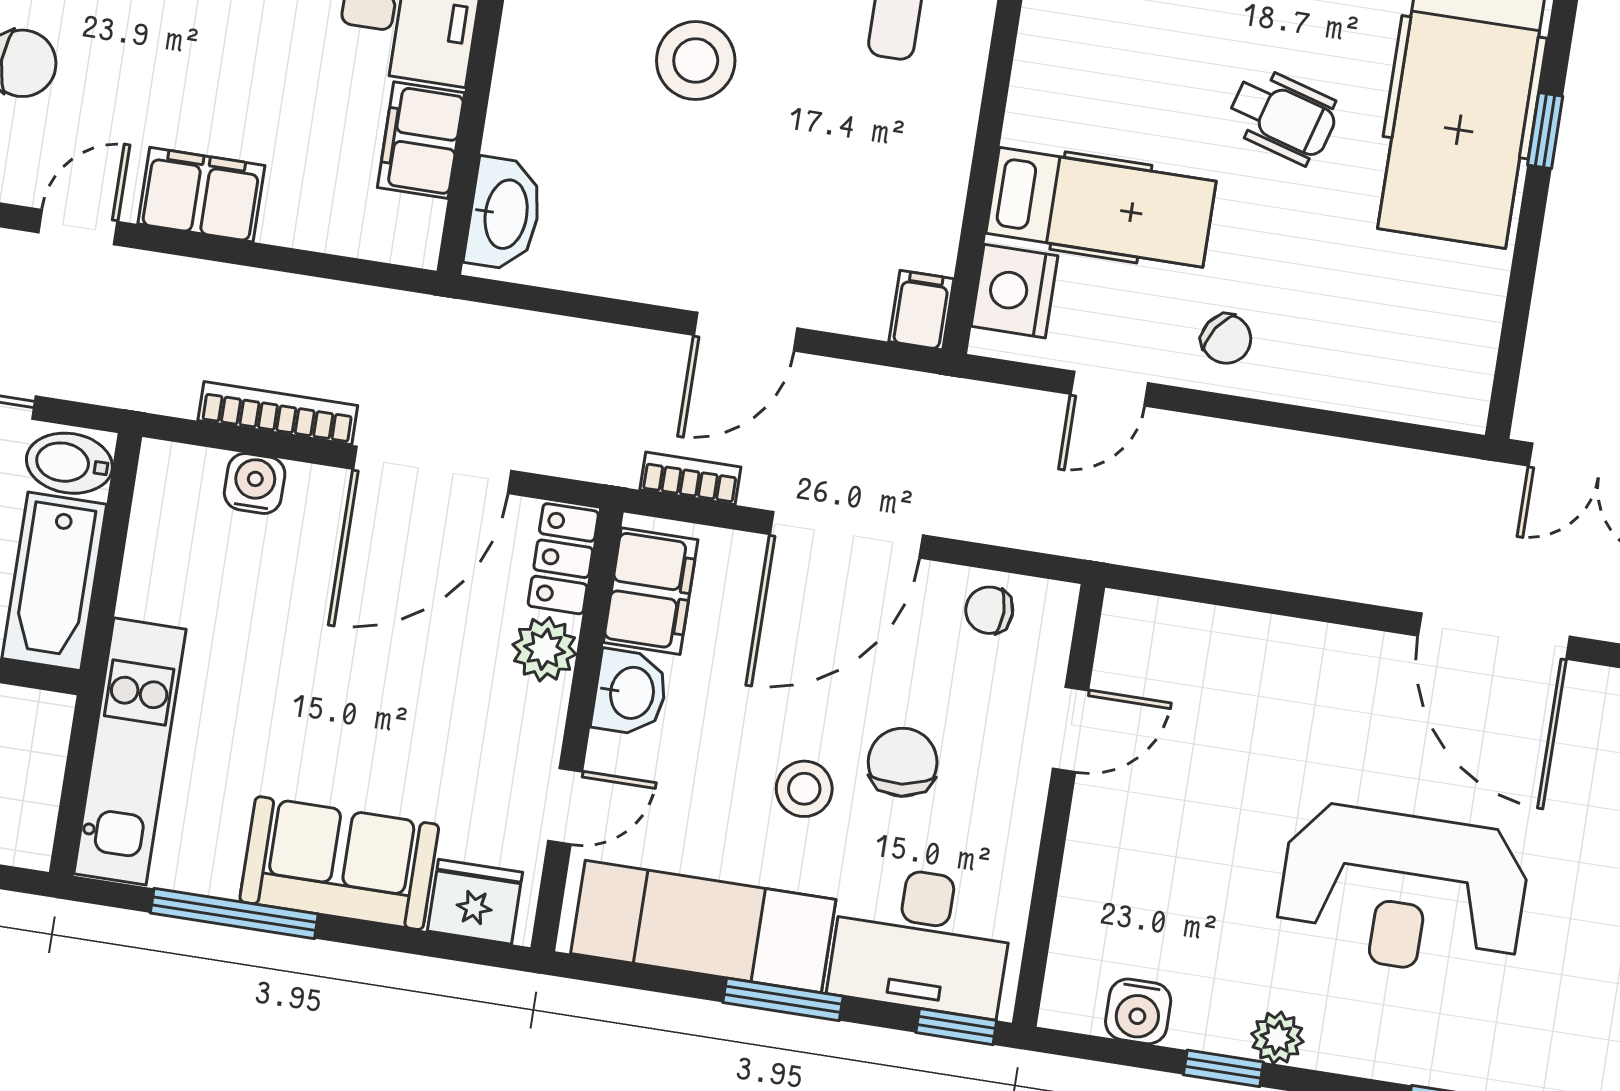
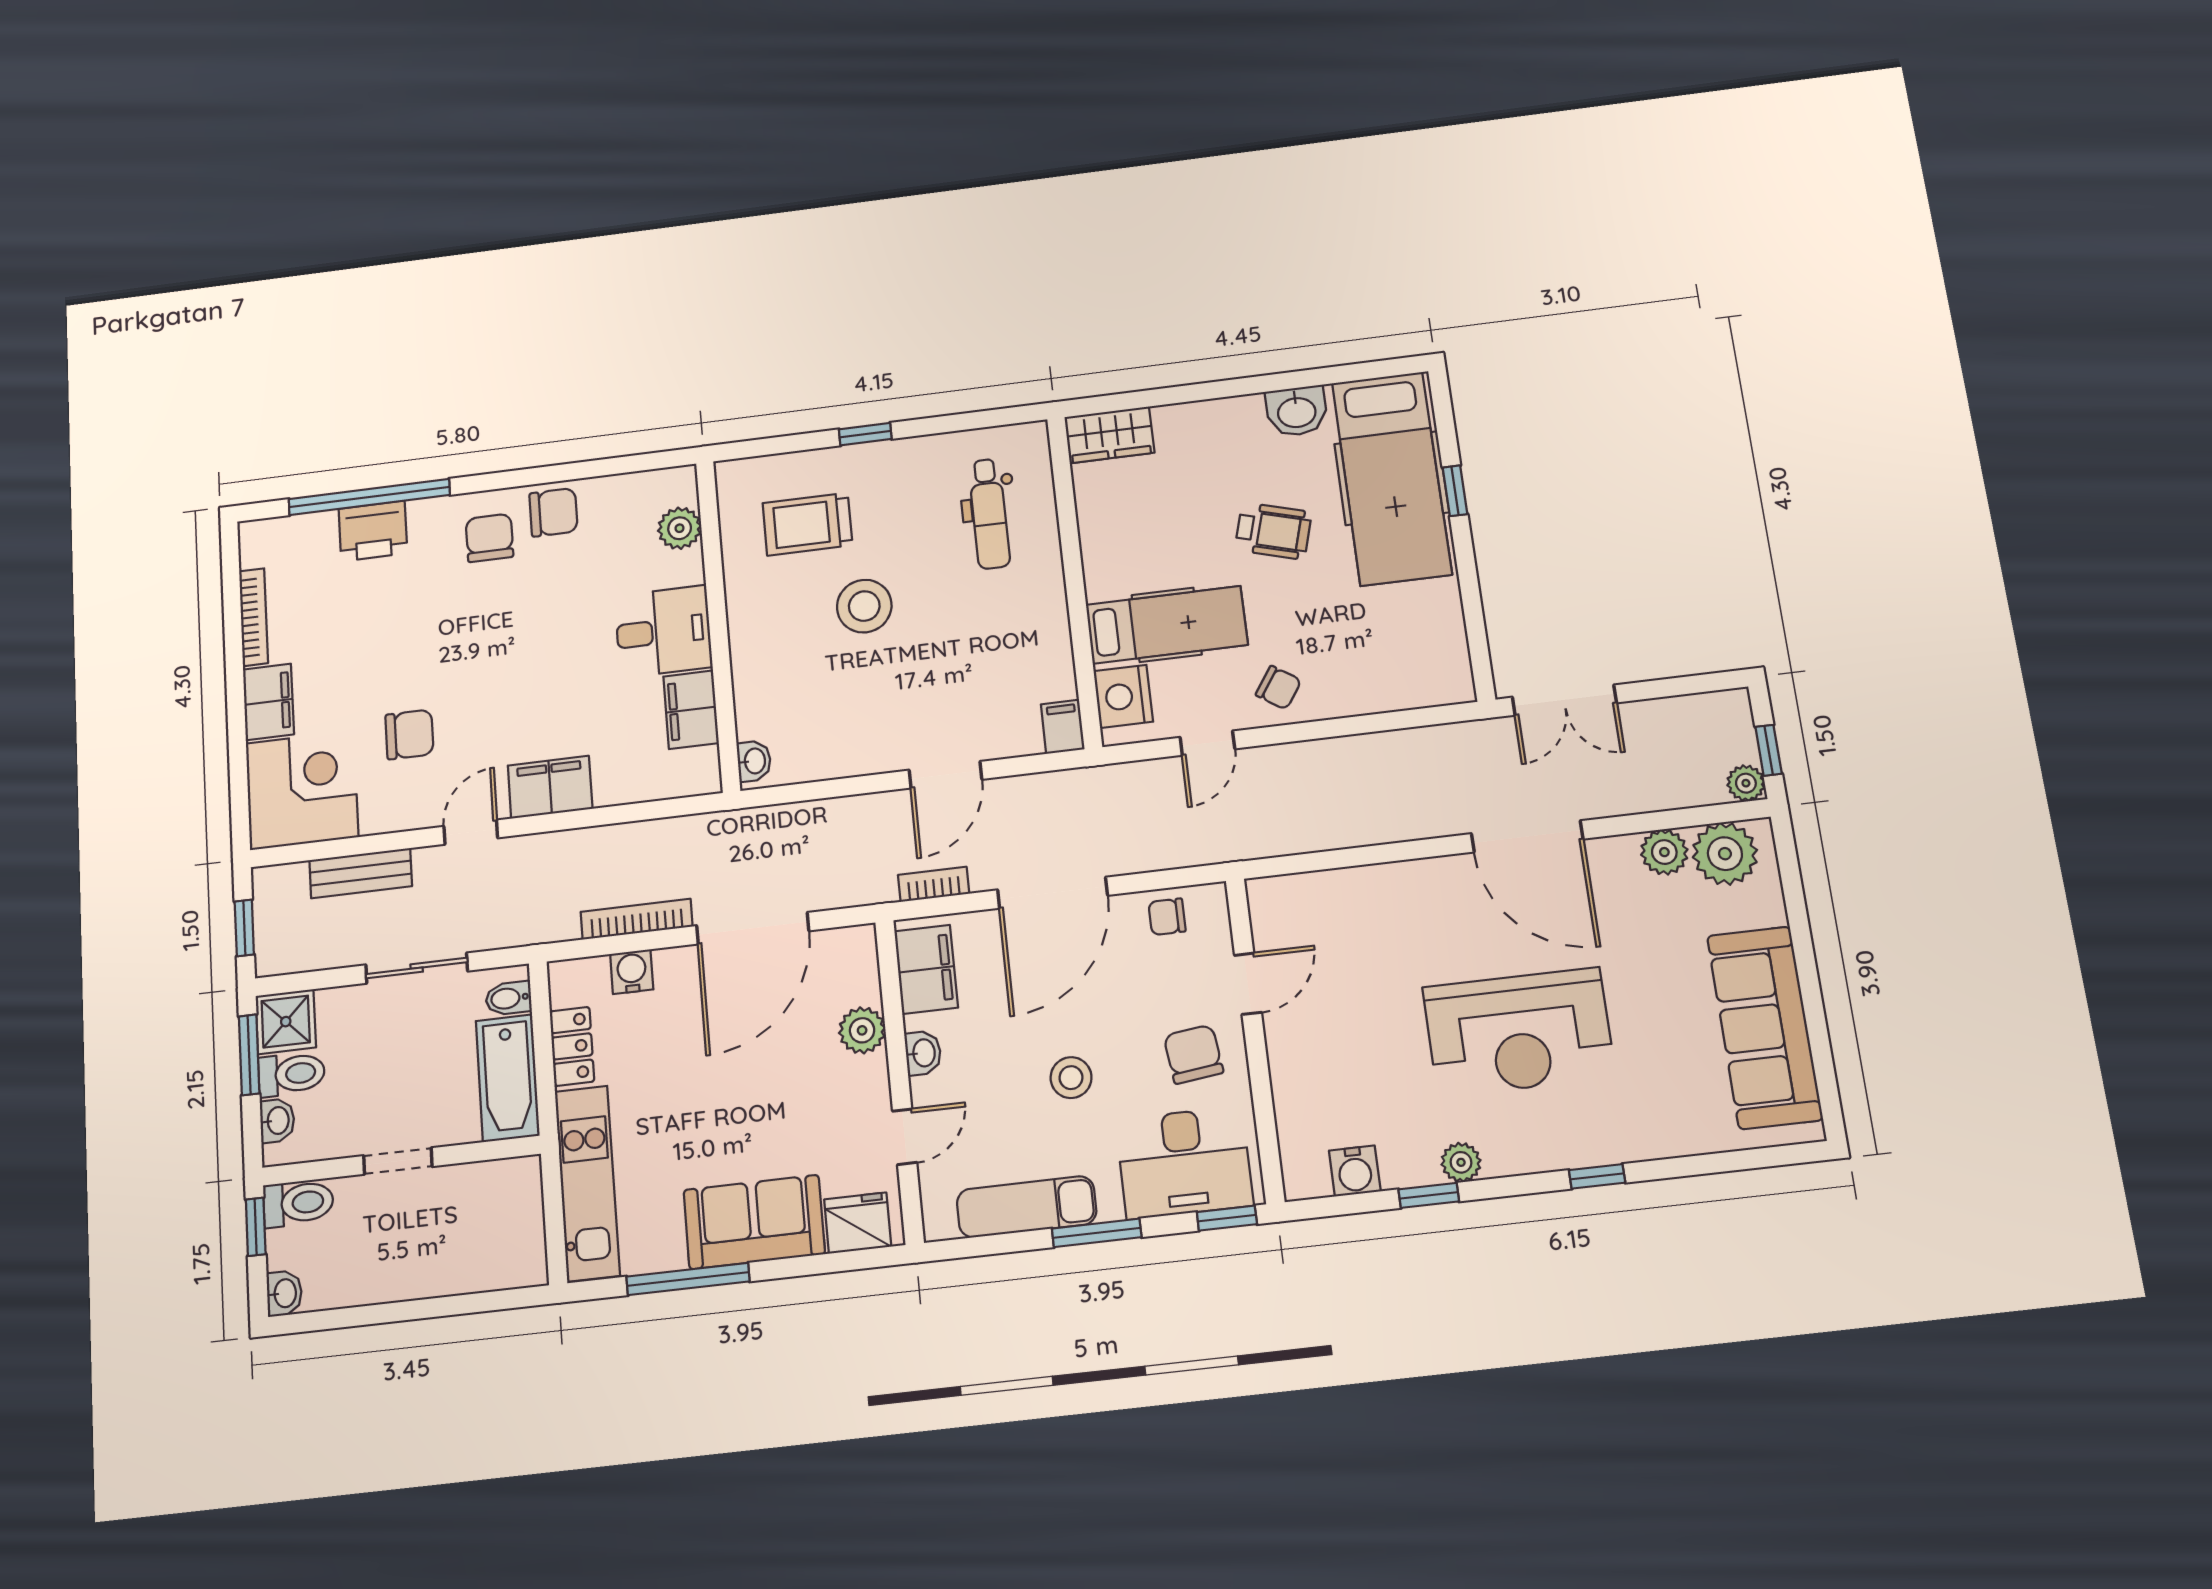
washbasin: (504, 214) -> (754, 761), width x0.52, depth x0.69
bidet: (69, 463) -> (509, 998), width x0.72, depth x0.74
locker: (563, 559) -> (572, 1046), moved, turned 180
washbasin: (630, 693) -> (923, 1053), width x0.72, depth x0.69
chair: (903, 762) -> (1193, 1054), moved
exam couch: (703, 926) -> (1027, 1207), width x0.73, depth x0.69

